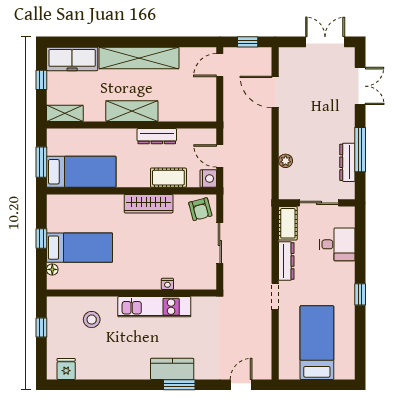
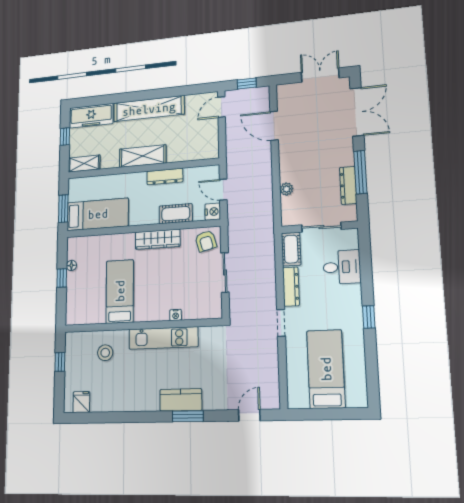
double door: (360, 86) -> (357, 112), width x1.37
bed: (80, 248) -> (120, 291), moved, turned -90
floor lamp: (52, 269) -> (71, 265), moved

